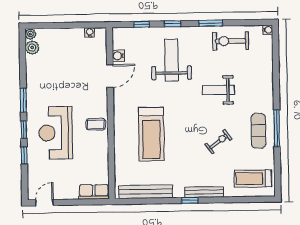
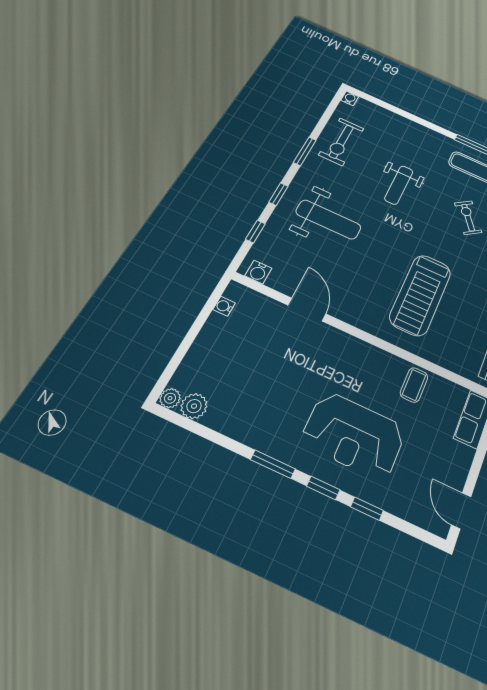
water cooler: (118, 56) -> (258, 272), moved
weight bench: (171, 60) -> (328, 219), turned 180
coffee table: (96, 124) -> (414, 385), moved
treadmill: (151, 134) -> (421, 295), turned 90

